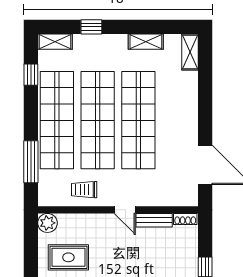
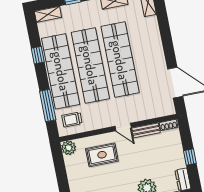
window: (31, 75) -> (38, 55), moved
trolley: (84, 190) -> (72, 120), moved
rug: (68, 257) -> (102, 155), moved

